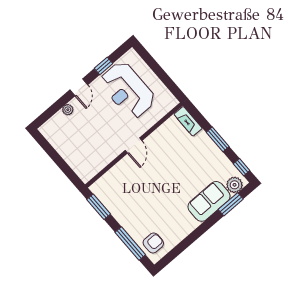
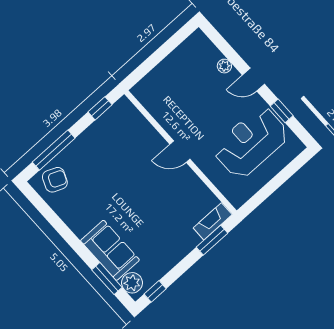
window: (218, 139) -> (212, 240), moved
window: (99, 207) -> (100, 108), width x0.67
armchair: (153, 243) -> (55, 180), turned -67

